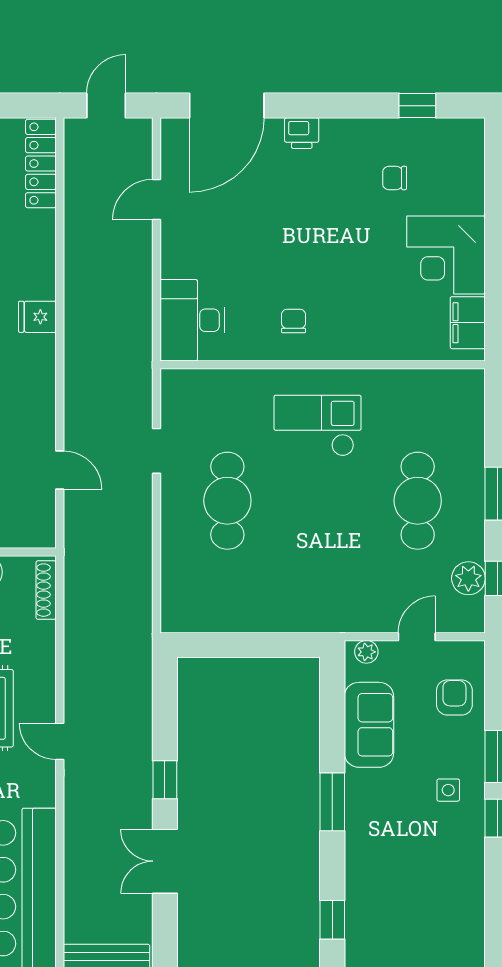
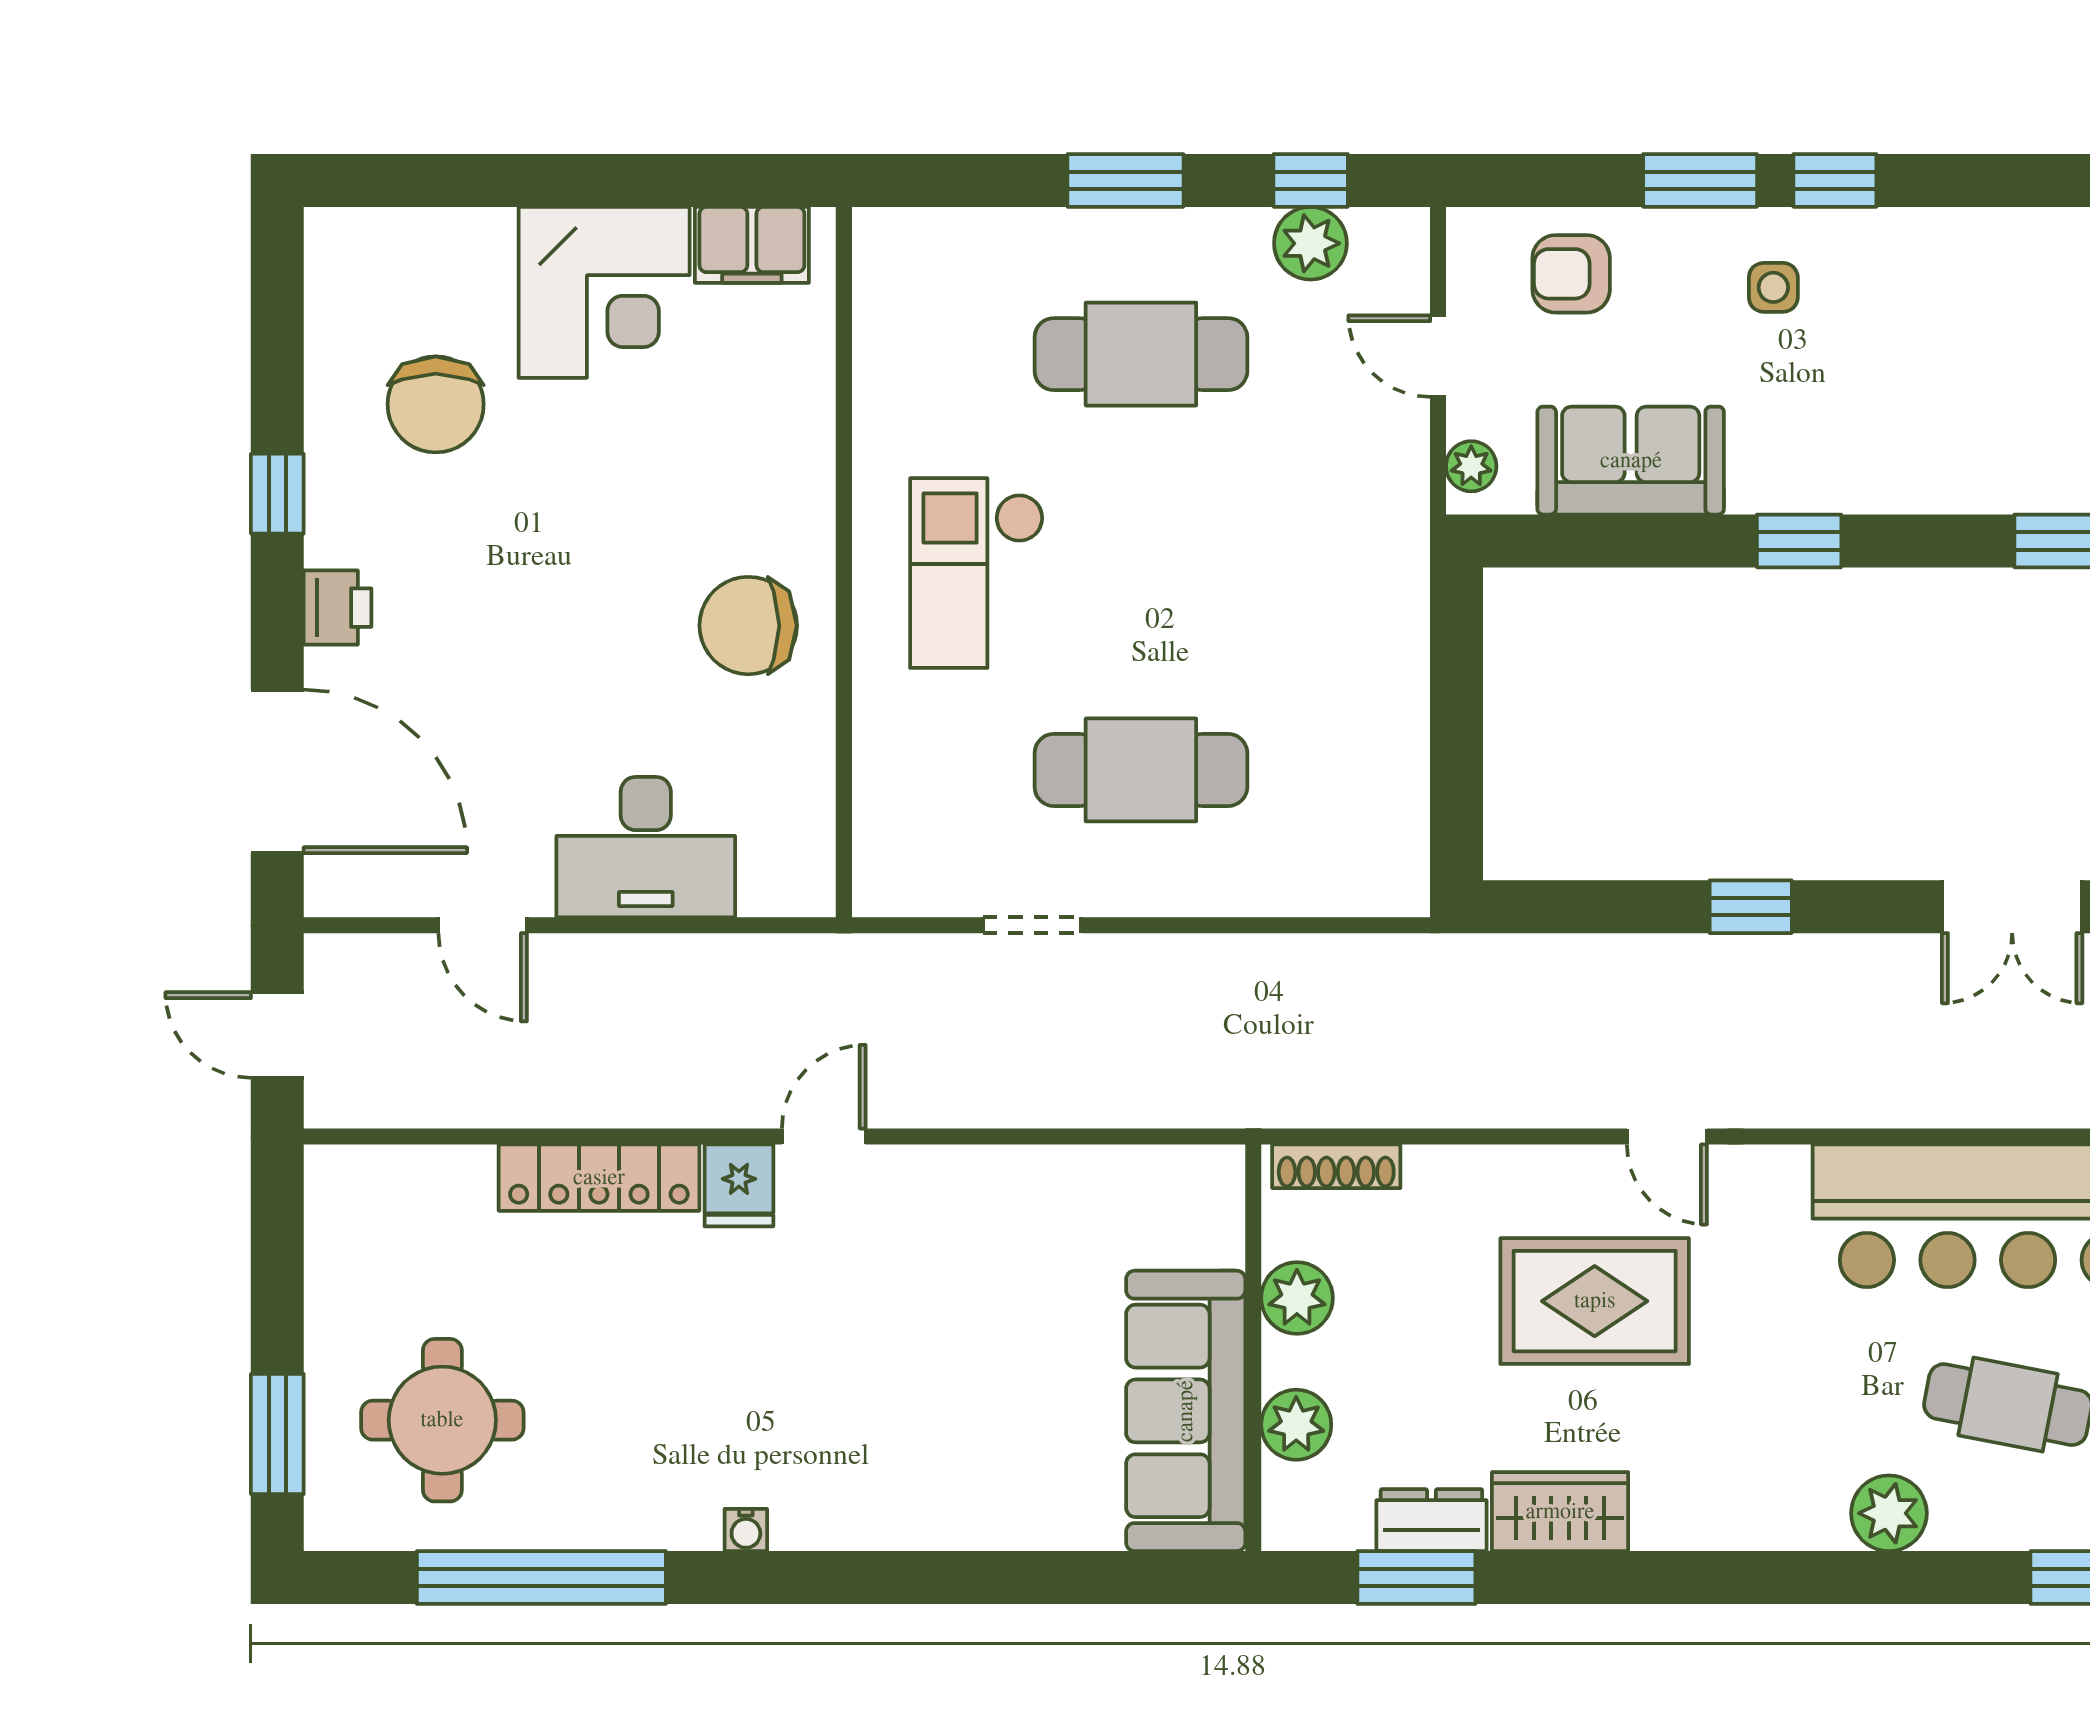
window: (417, 106) -> (277, 494), moved
locker: (41, 164) -> (599, 1178), moved
chair: (395, 178) -> (436, 404), width x1.87, depth x1.87
desk: (192, 320) -> (646, 847), moved
chair: (294, 321) -> (748, 626), width x1.87, depth x1.87
door: (60, 470) -> (824, 1136), moved
door: (60, 741) -> (1667, 1136), hinge flipped
window: (332, 802) -> (1799, 541), width x0.67
double door: (165, 861) -> (2012, 907), moved

